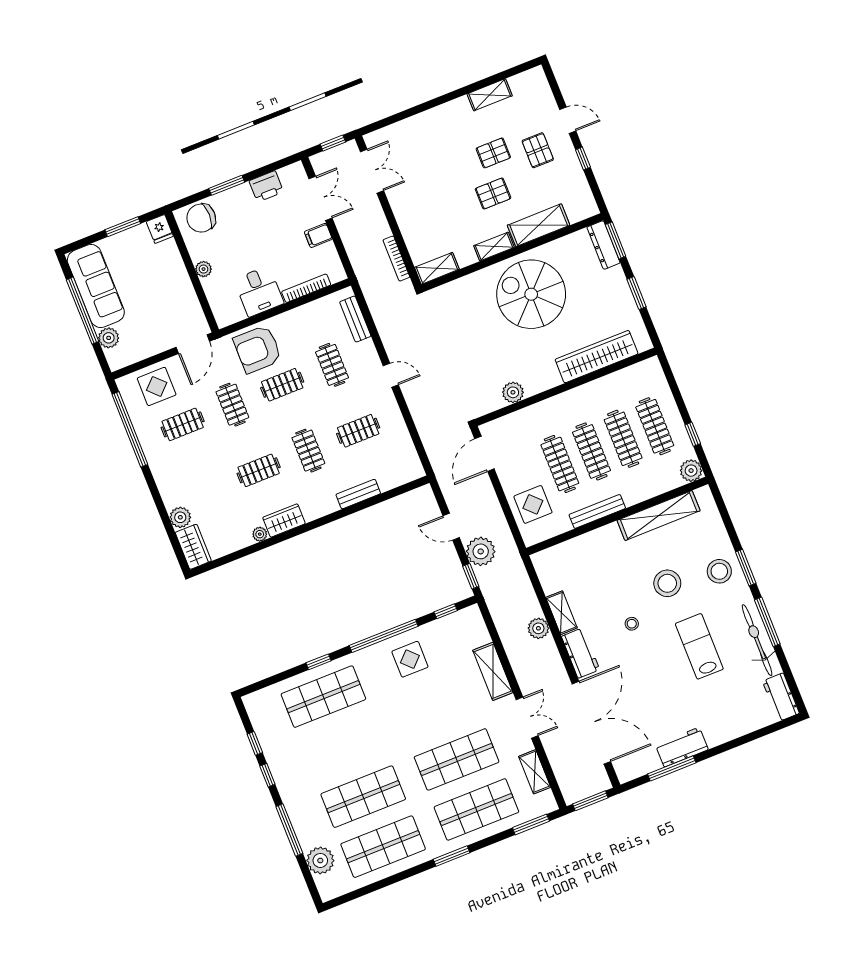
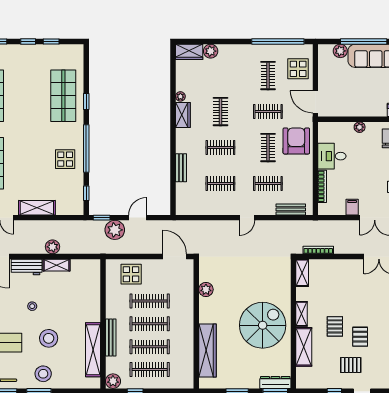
clothes rail: (358, 431) -> (220, 183), turned 90
bench: (597, 511) -> (111, 338), moved

